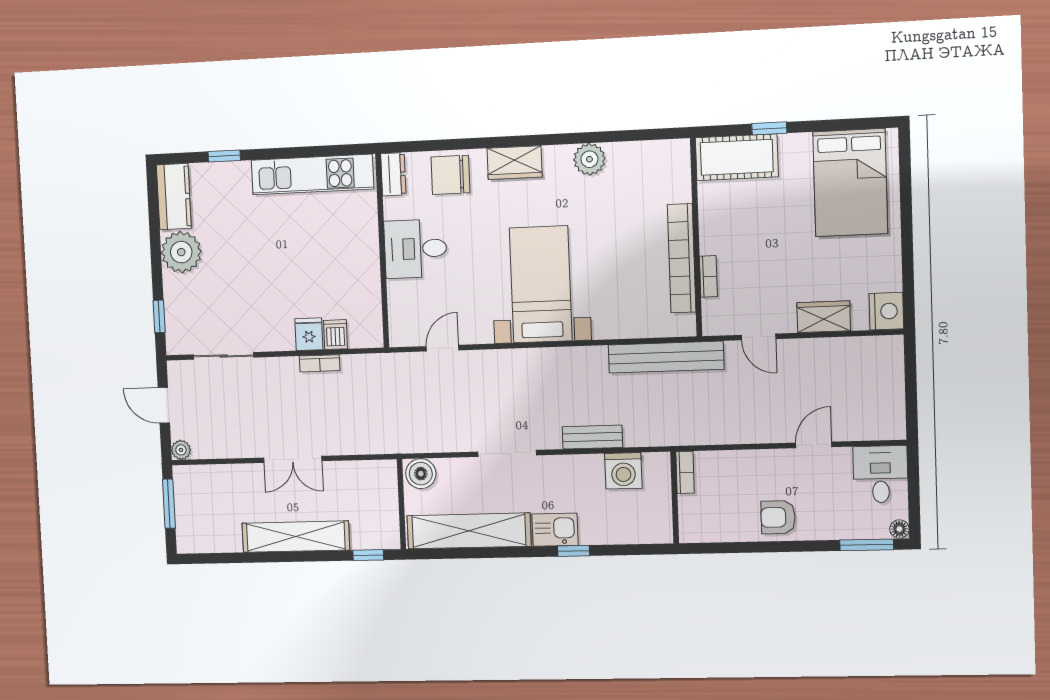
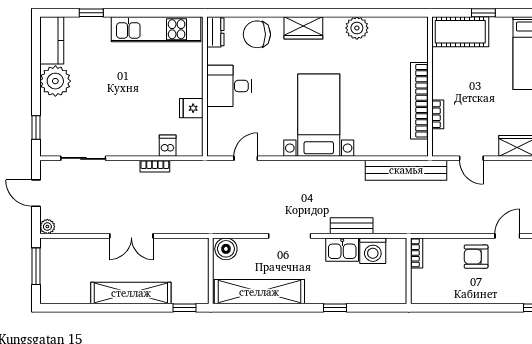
fridge: (309, 334) -> (191, 108), moved, turned -90
armchair: (778, 517) -> (476, 257), moved
kitchen sink: (555, 530) -> (342, 250), moved, turned 180

